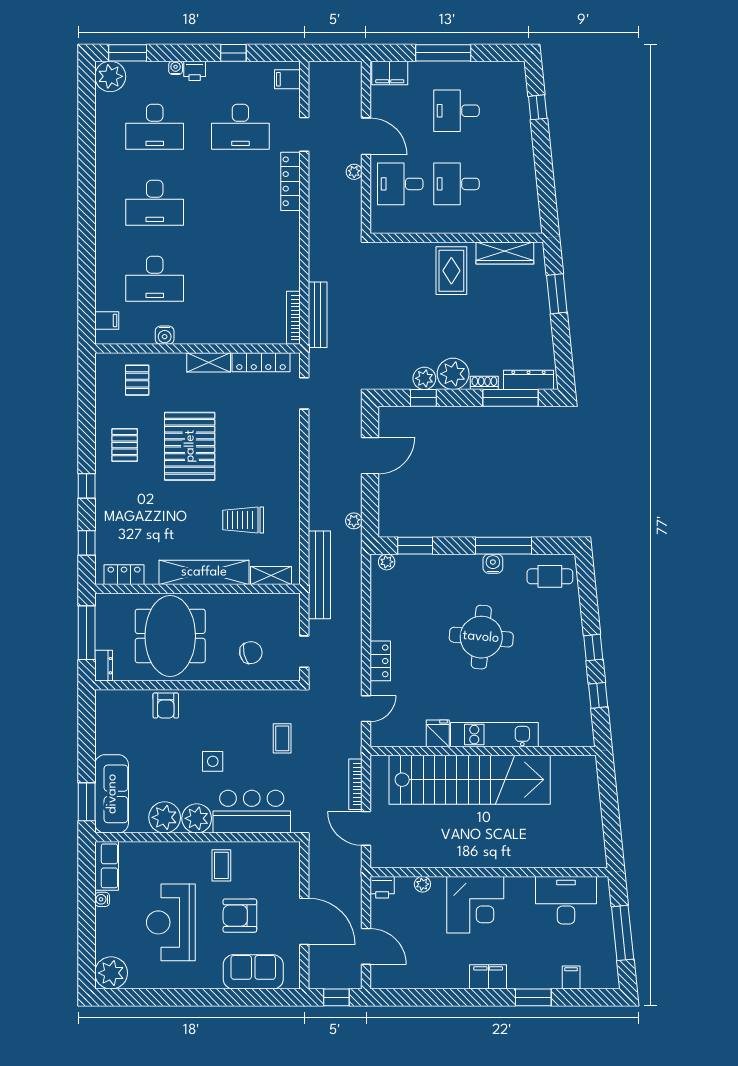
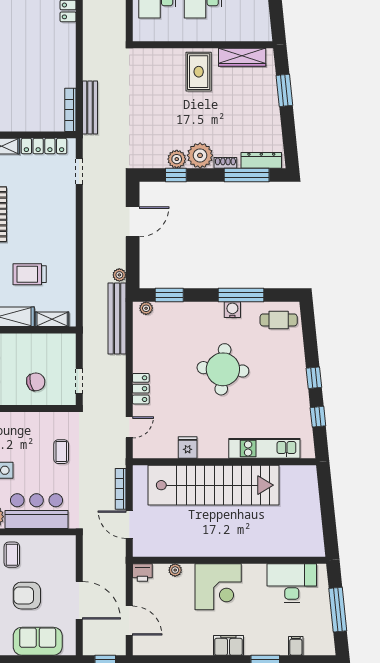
bench: (319, 575) -> (117, 318), moved
kitchen unit: (494, 735) -> (264, 448), moved

